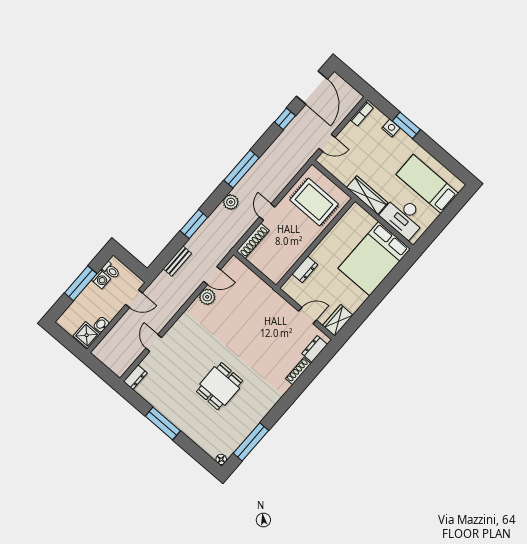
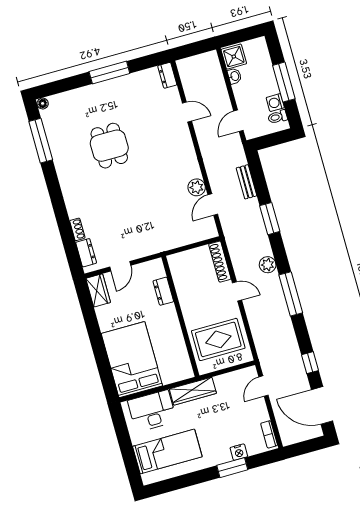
shoe rack: (298, 371) -> (77, 229), width x0.70

